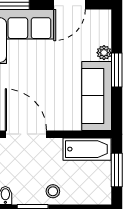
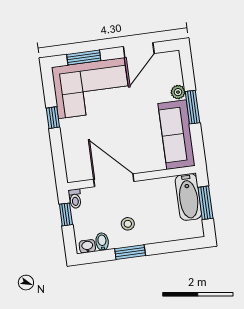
bathtub: (87, 149) -> (188, 197), moved, turned 90
stool: (53, 191) -> (128, 224), moved

